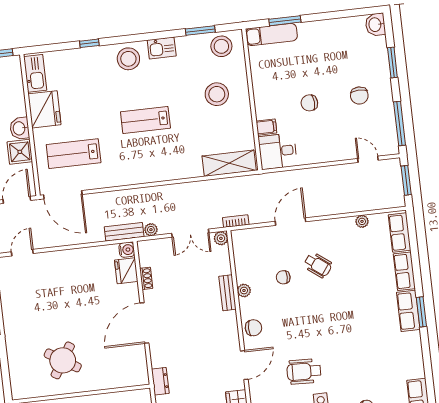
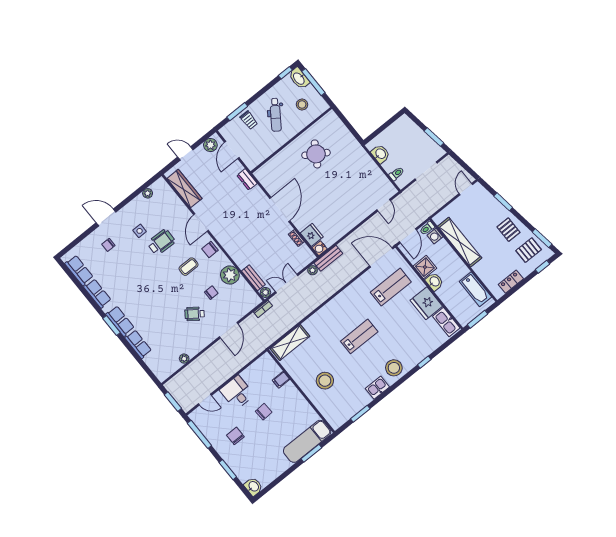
exam couch: (272, 35) -> (307, 441), width x1.36, depth x1.45
stool: (221, 46) -> (341, 412), removed
desk: (278, 151) -> (237, 393), moved, turned -90
row of seats: (400, 232) -> (97, 293), moved
plant: (244, 290) -> (230, 275), width x1.88, depth x1.88
bench: (227, 293) -> (253, 278), moved
coffee table: (290, 324) -> (189, 267), added

